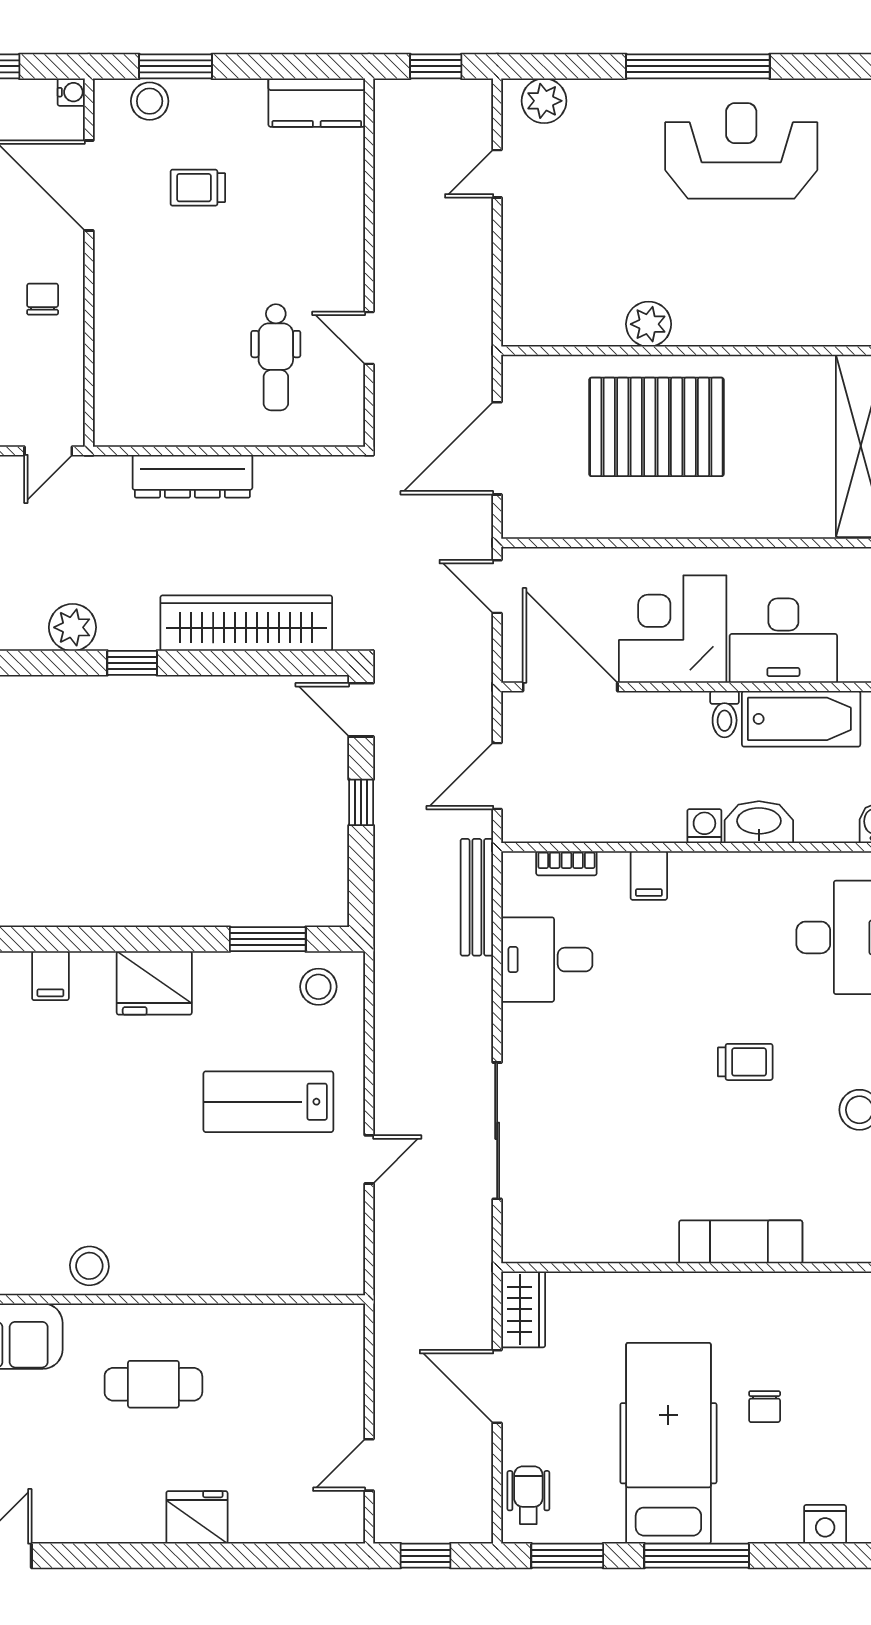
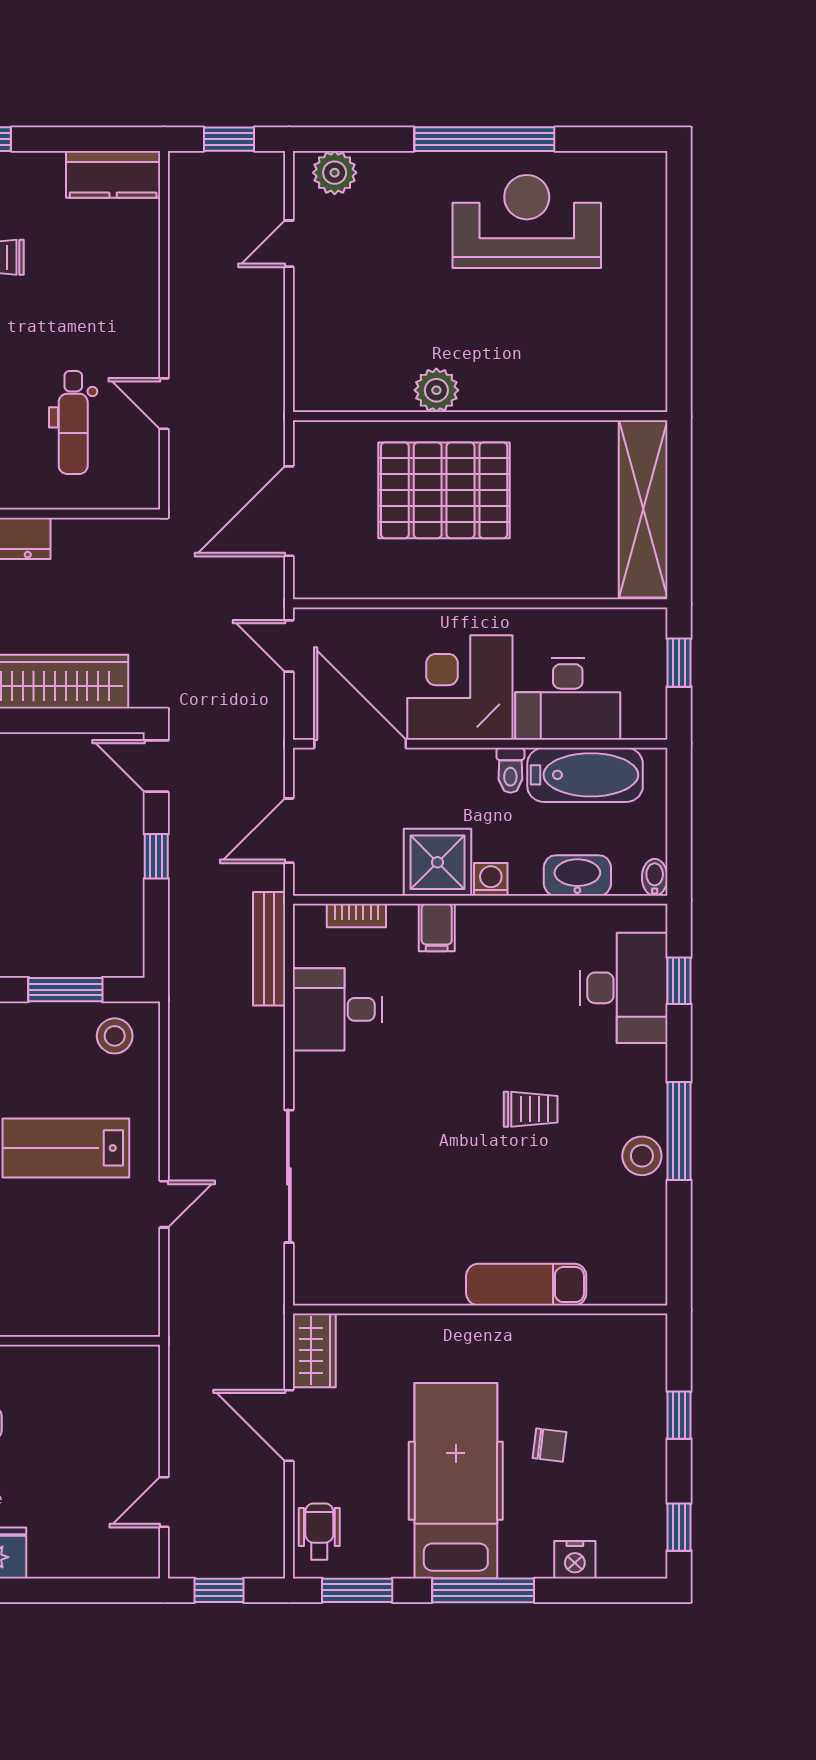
shower: (650, 809) -> (437, 862), added
washbasin: (759, 822) -> (577, 876), moved
chair: (765, 1407) -> (549, 1445), turned -83
nightstand: (825, 1524) -> (575, 1560), moved

